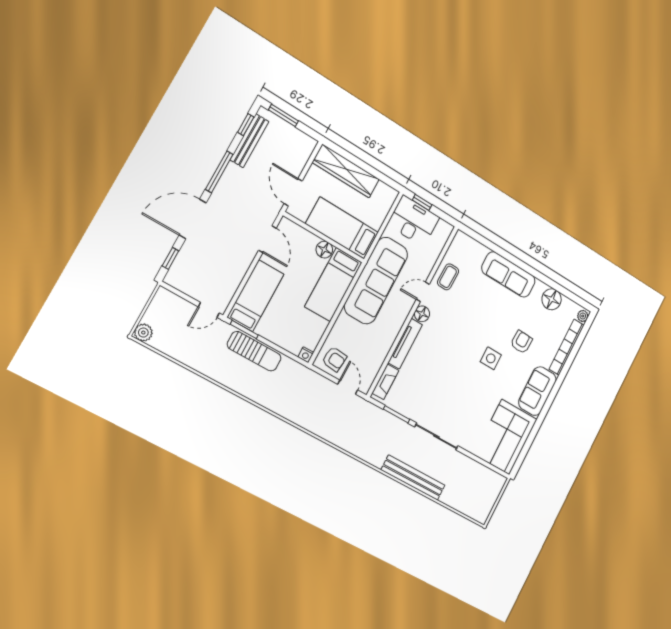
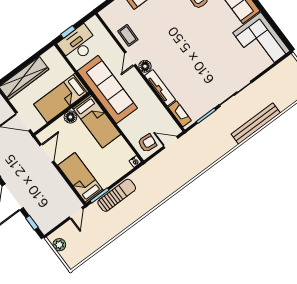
door: (267, 239) -> (47, 153), hinge flipped
plant: (143, 333) -> (59, 245), moved
side table: (491, 358) -> (200, 28), removed

